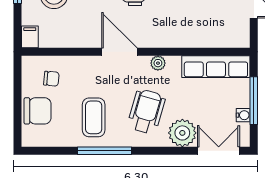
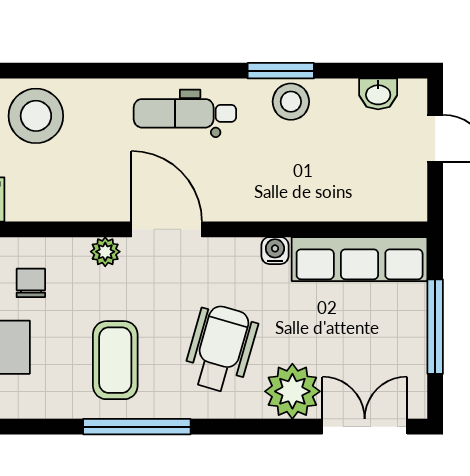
plant: (158, 63) -> (105, 252), moved
chair: (51, 79) -> (31, 283), turned -95
water cooler: (243, 115) -> (275, 251), moved, turned -90

